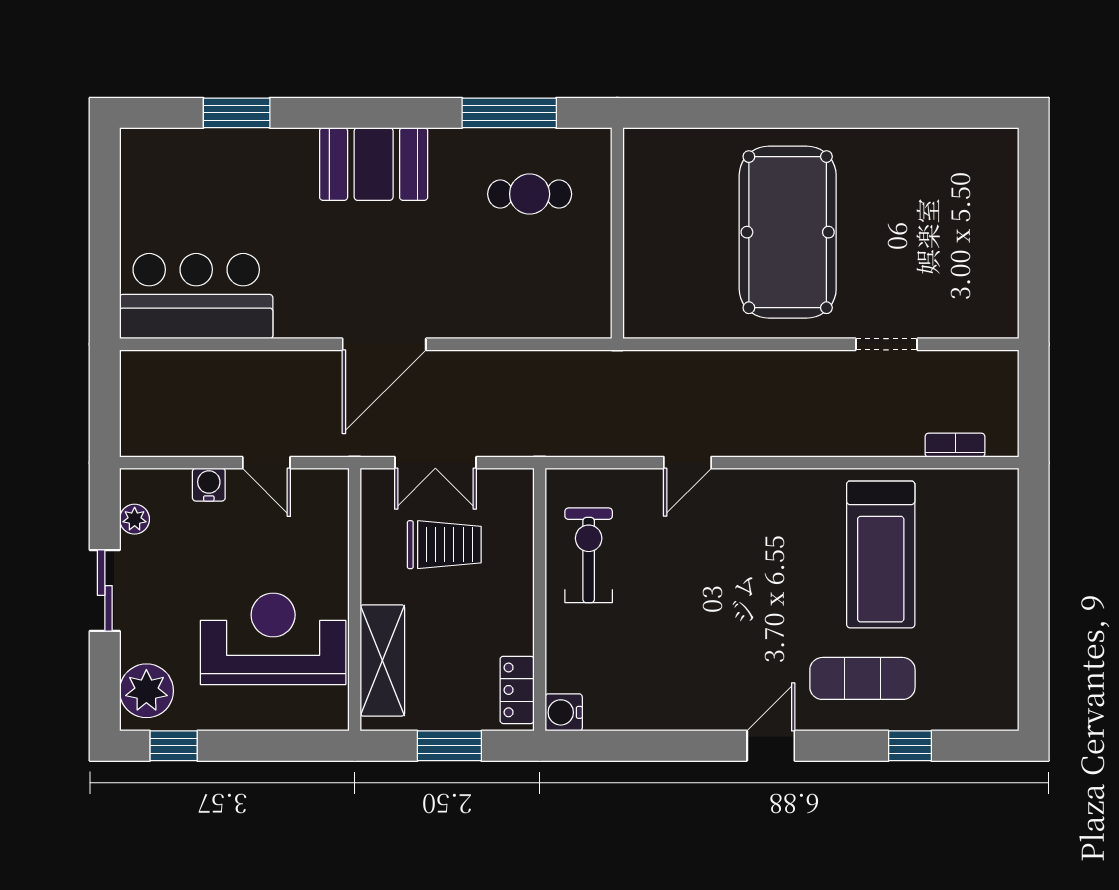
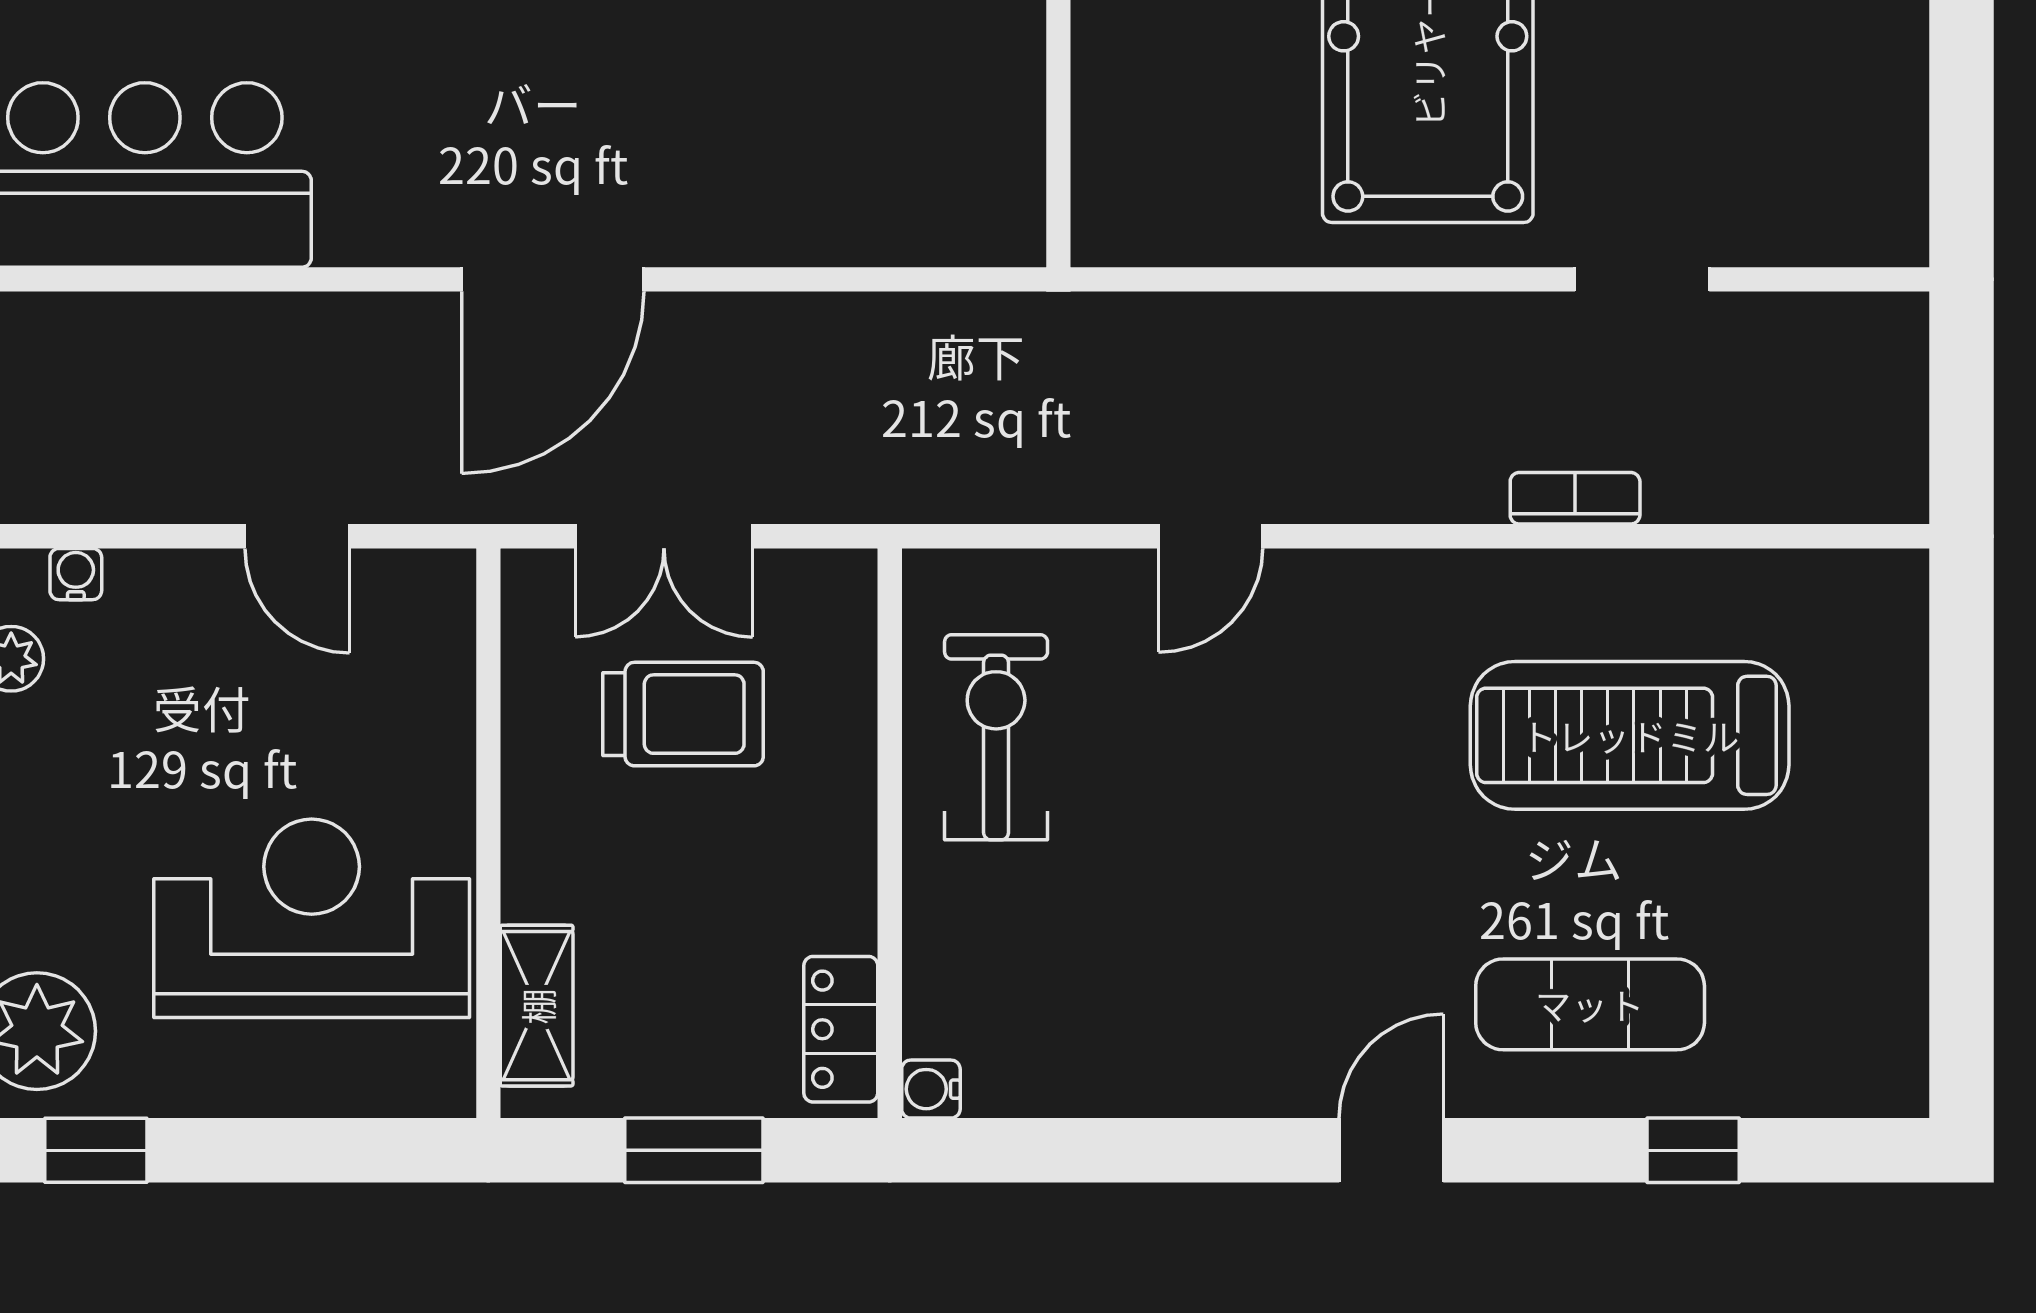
bookcase: (955, 445) -> (1575, 498), moved
water cooler: (209, 485) -> (76, 574), moved, width x0.72, depth x0.72
treadmill: (881, 554) -> (1630, 735), turned 90
shelving: (382, 660) -> (537, 1006), width x0.67, depth x0.75
water cooler: (564, 712) -> (931, 1089), width x0.72, depth x0.72

